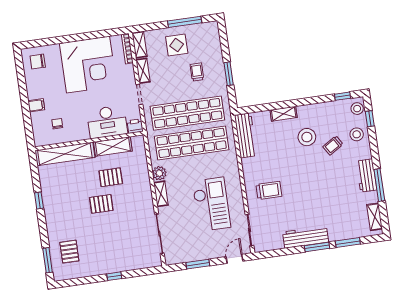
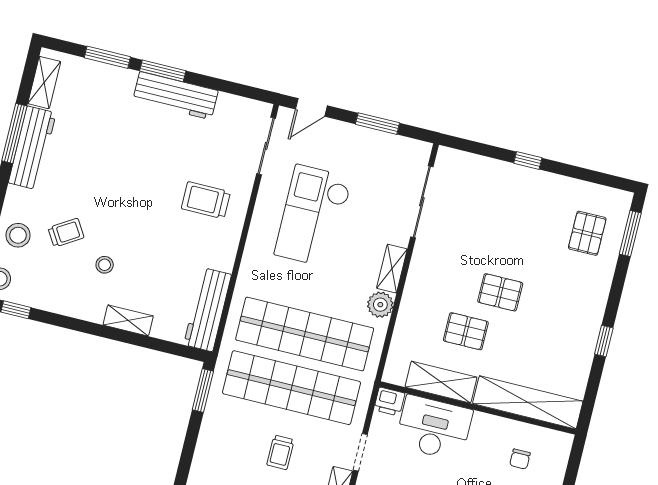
trolley: (197, 72) -> (280, 452), moved
window: (229, 74) -> (203, 390), moved
stool: (307, 137) -> (105, 265), width x0.53, depth x0.53
workbench: (366, 176) -> (32, 148), width x1.37

